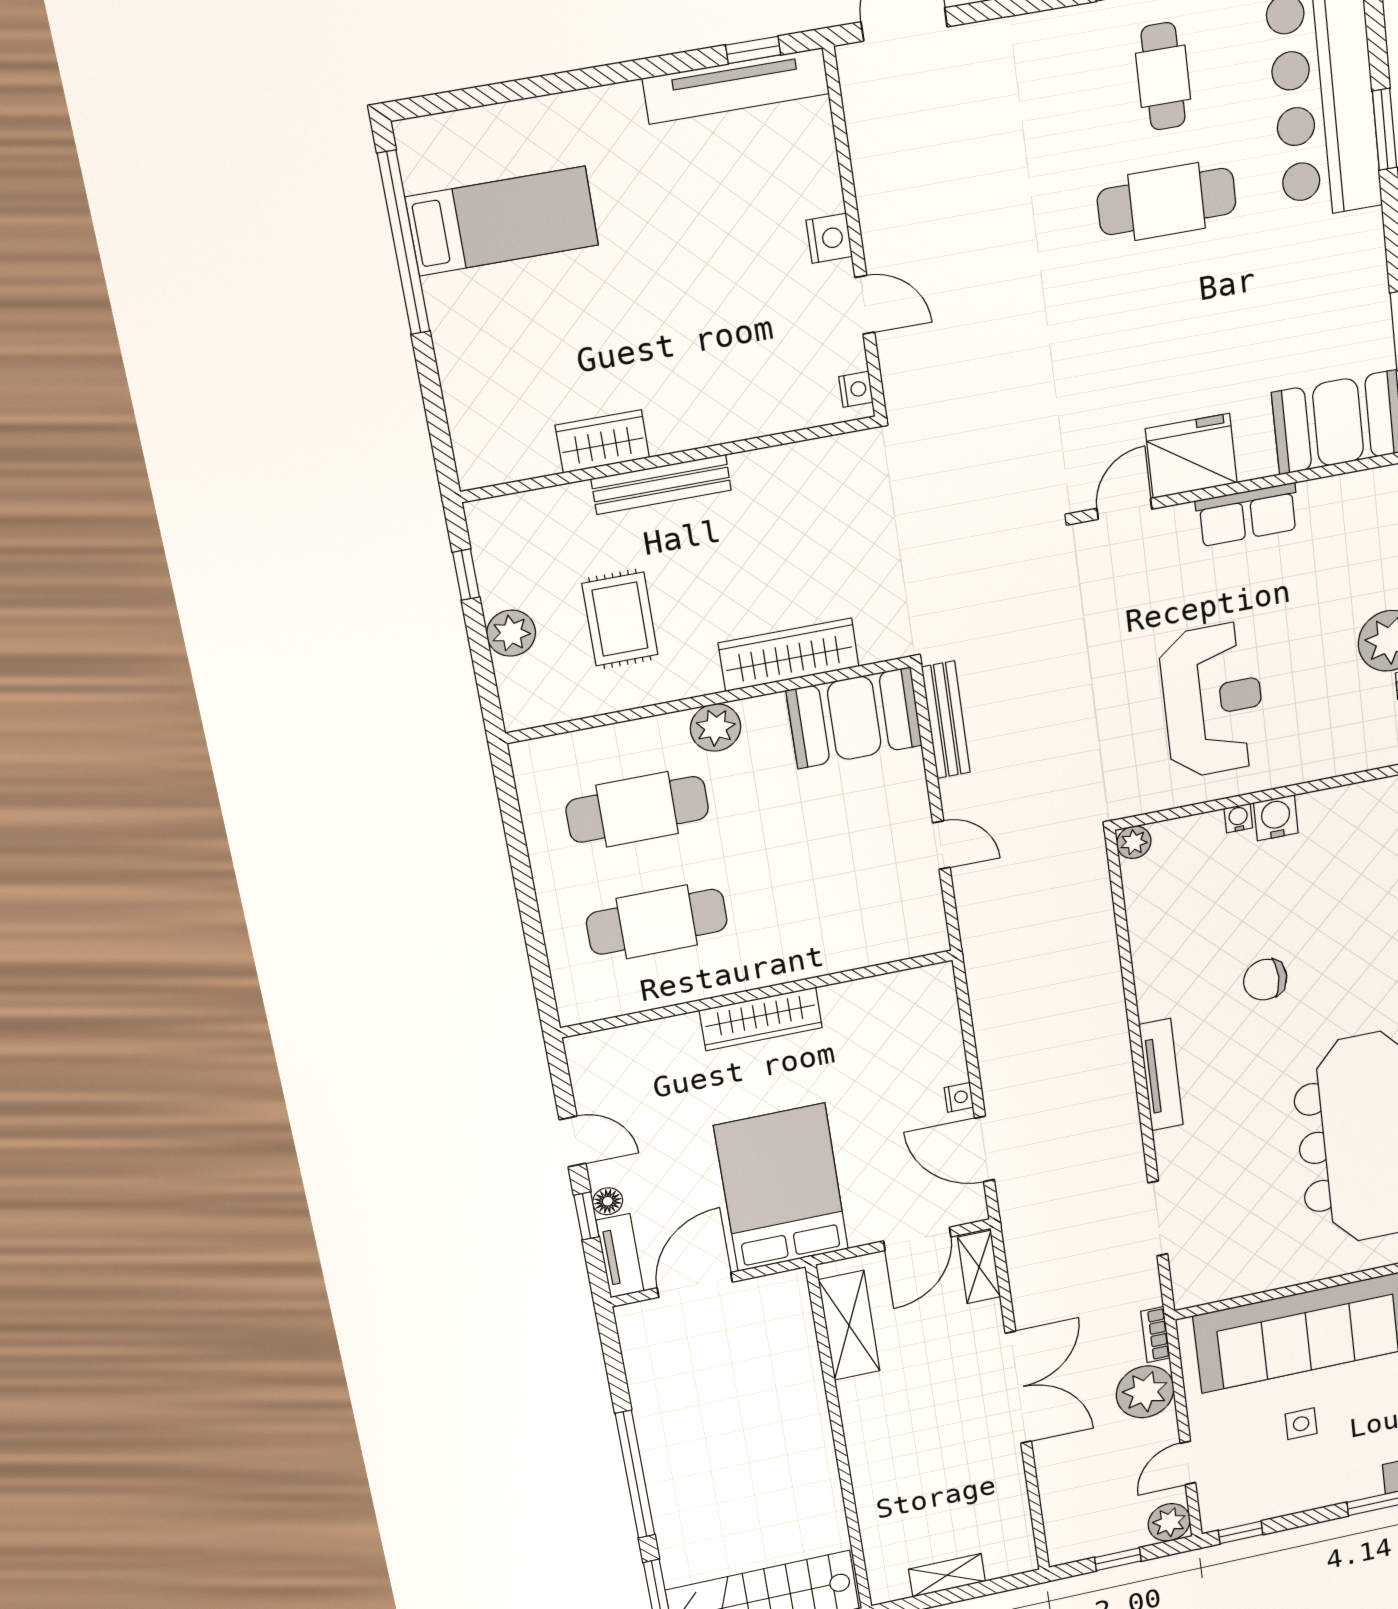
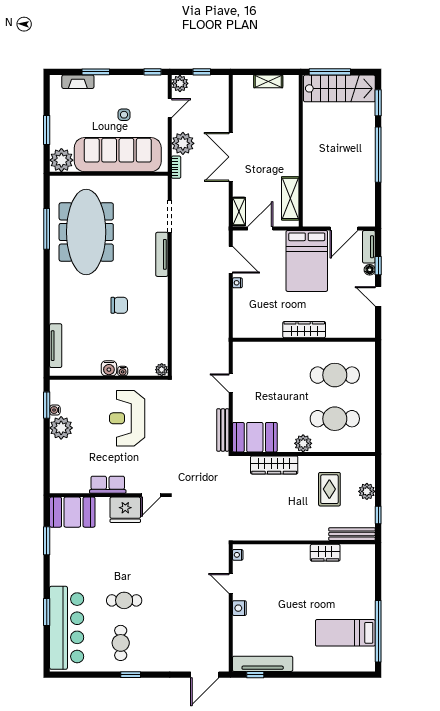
cafe table: (1167, 202) -> (124, 600), width x0.73, depth x0.74
bench: (661, 484) -> (352, 534), moved
tv unit: (1161, 1075) -> (162, 254), moved

